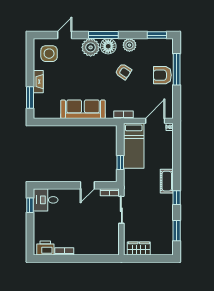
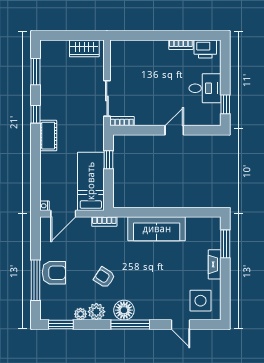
door: (65, 35) -> (180, 325), hinge flipped
plant: (91, 47) -> (81, 314), moved, width x0.53, depth x0.53
door: (87, 185) -> (174, 130), moved
desk: (46, 200) -> (205, 88), moved

